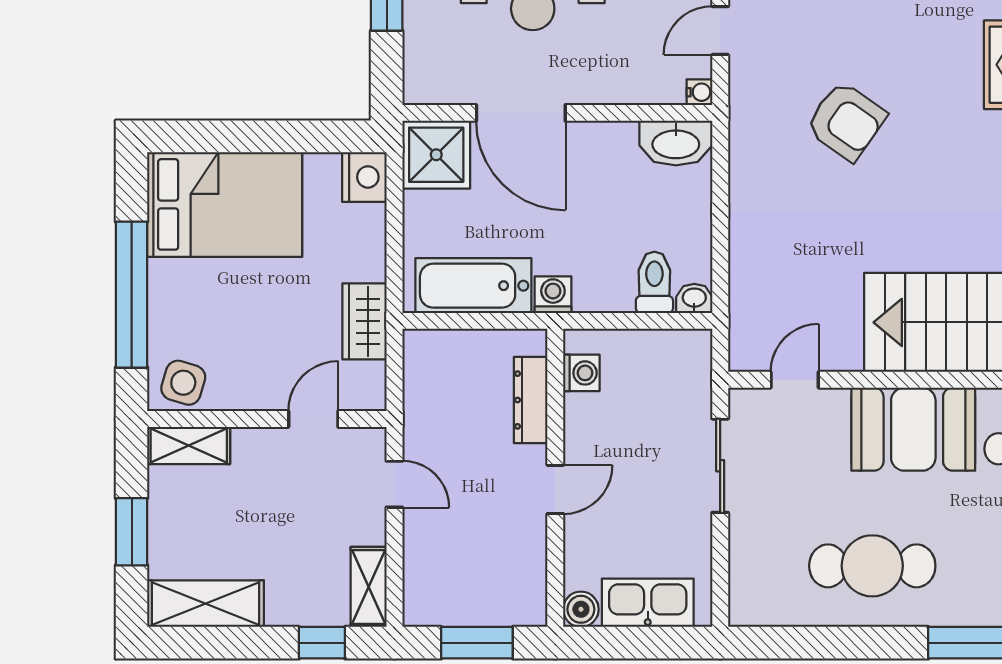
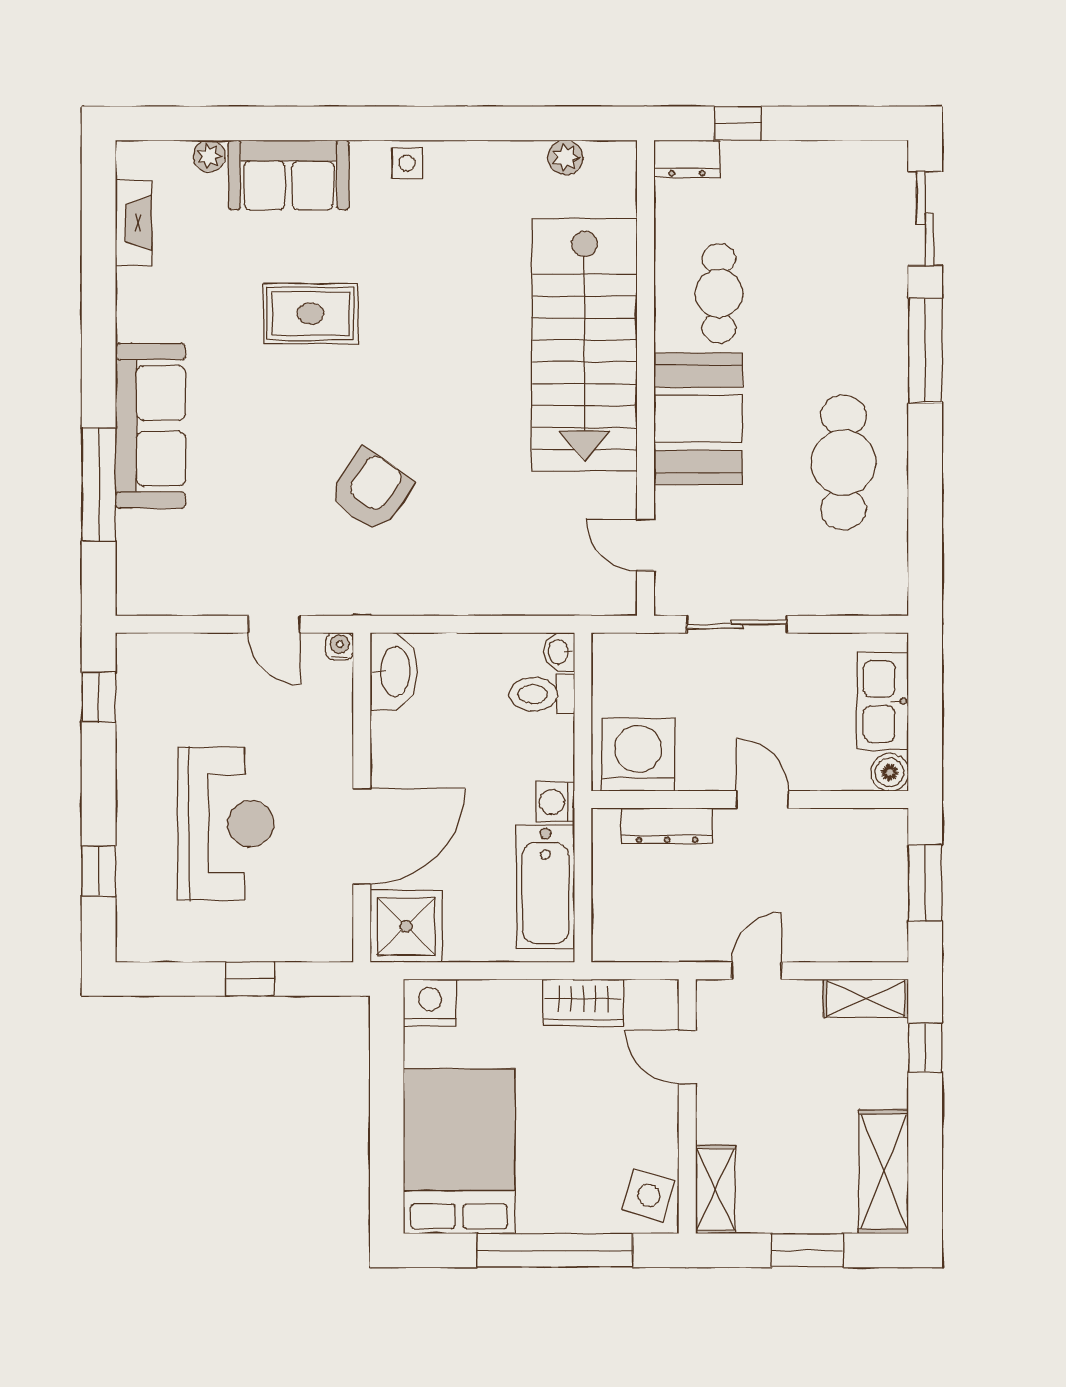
washing machine: (581, 373) -> (638, 755), width x1.89, depth x1.89

